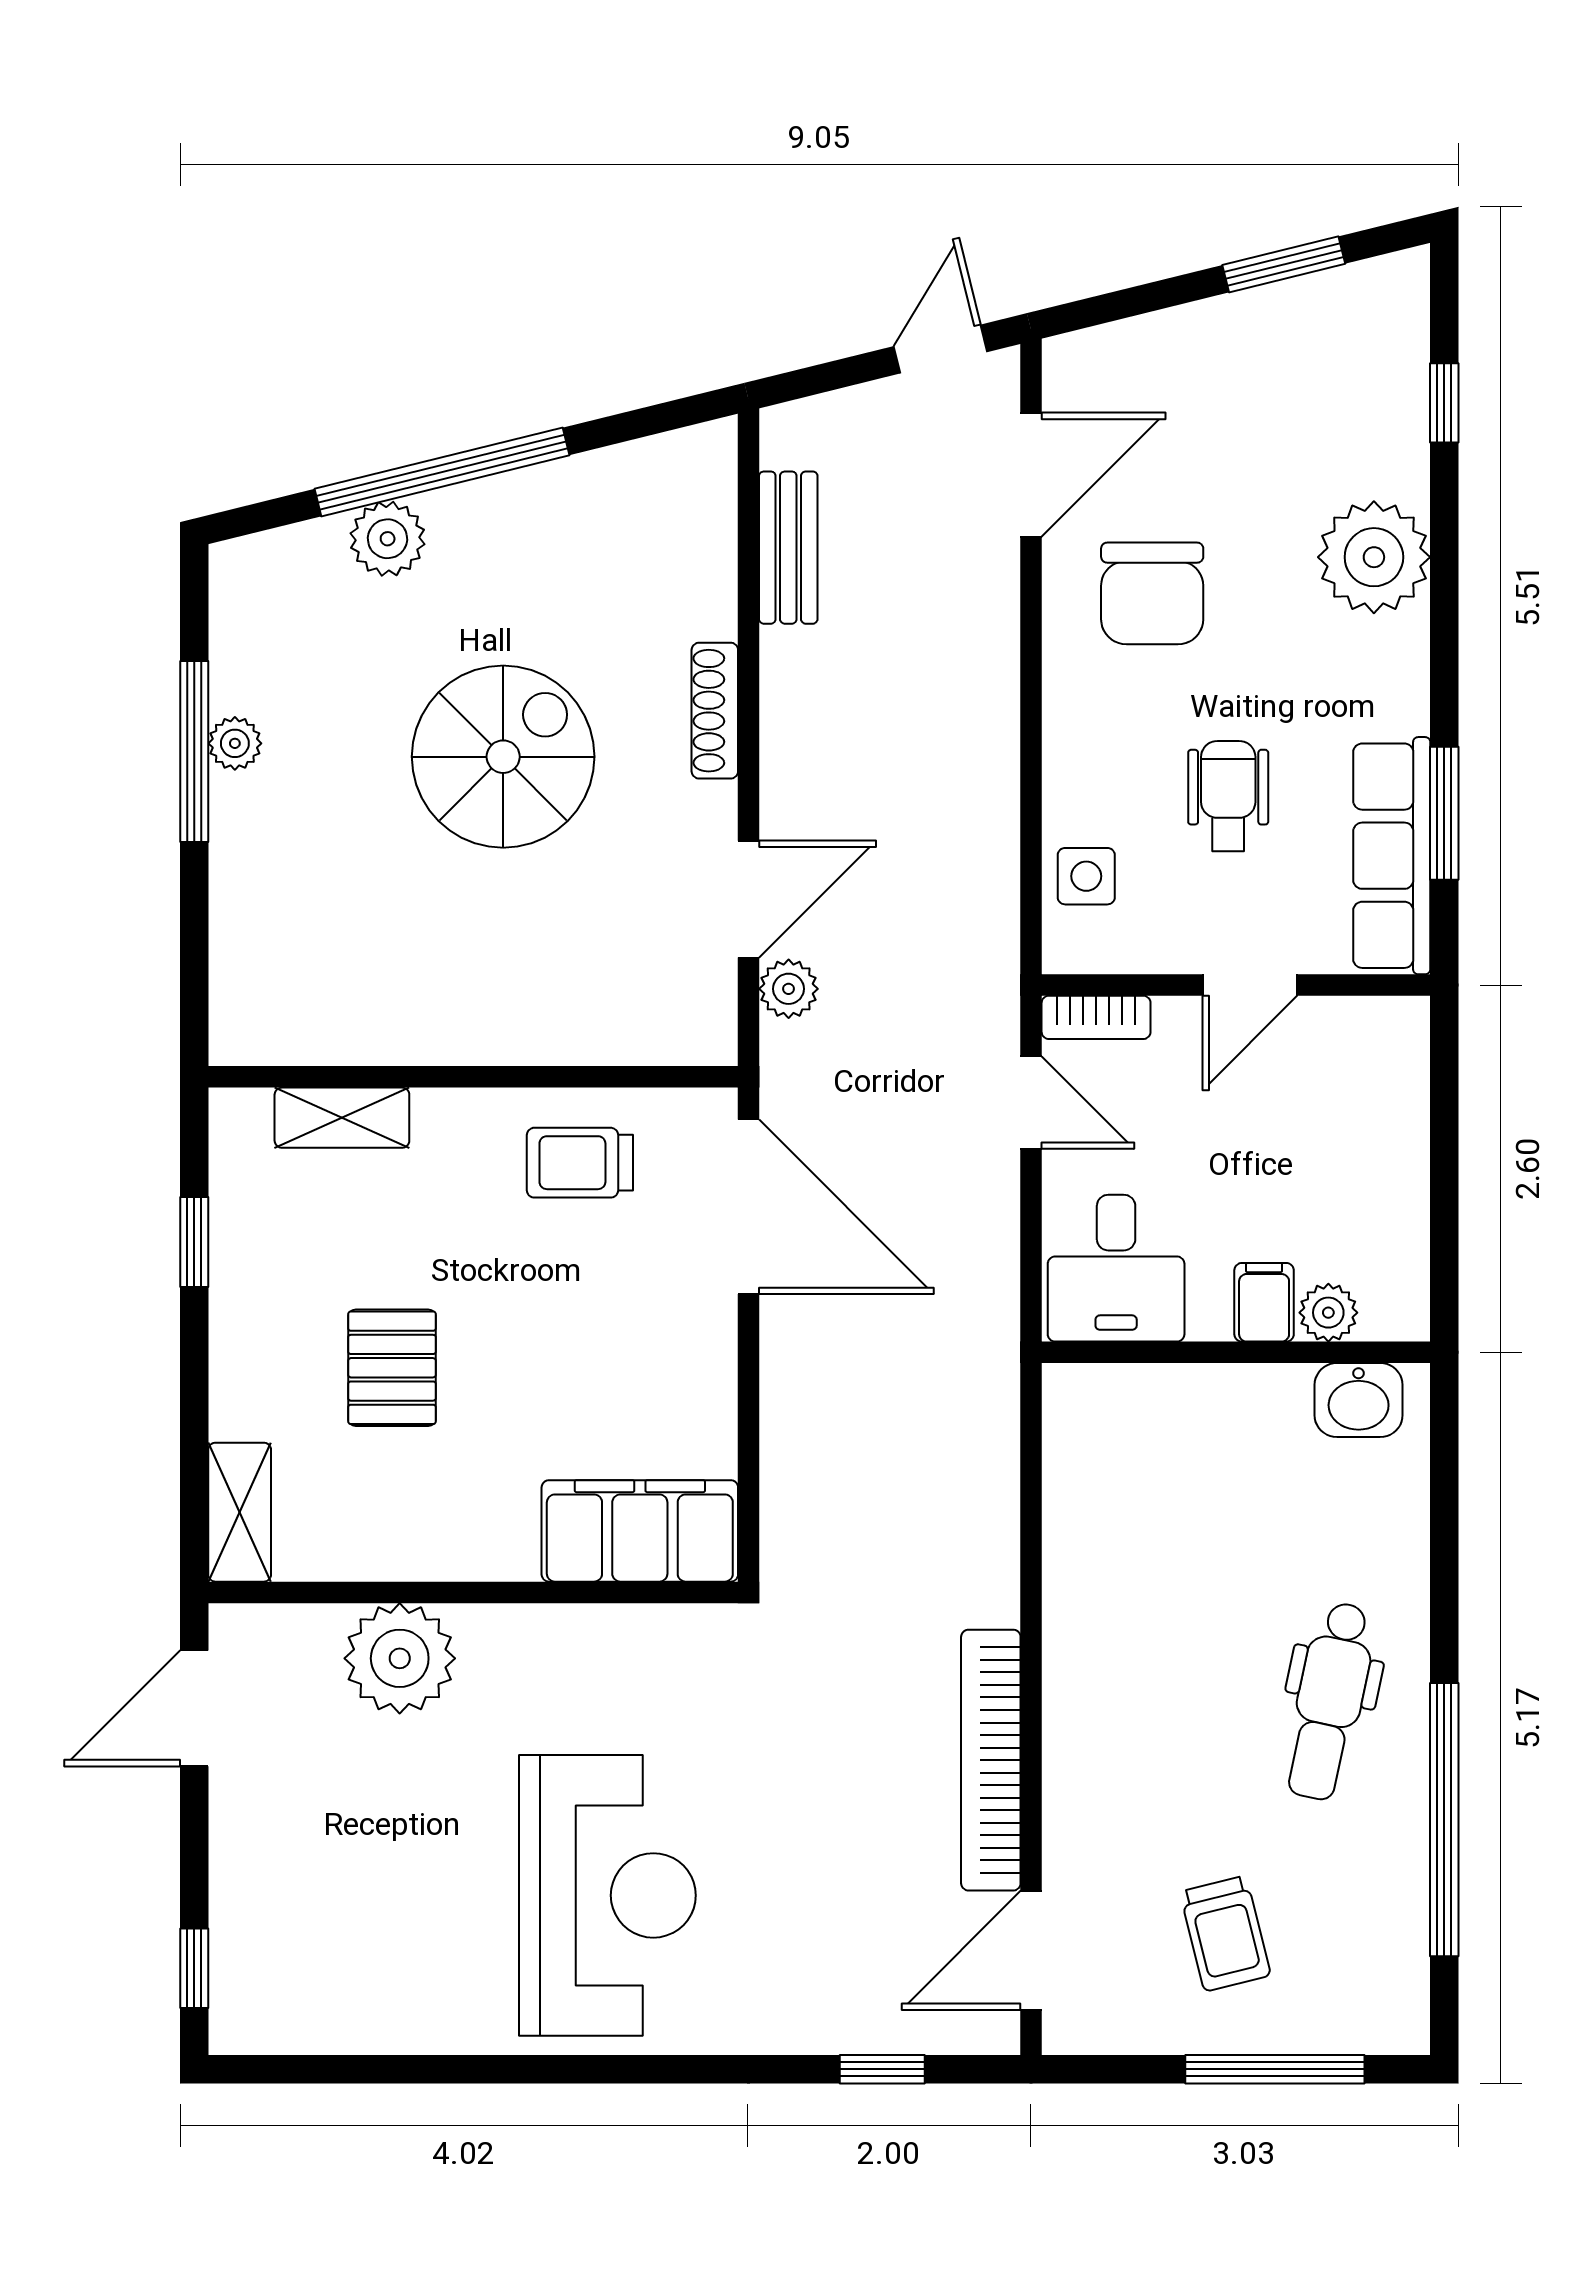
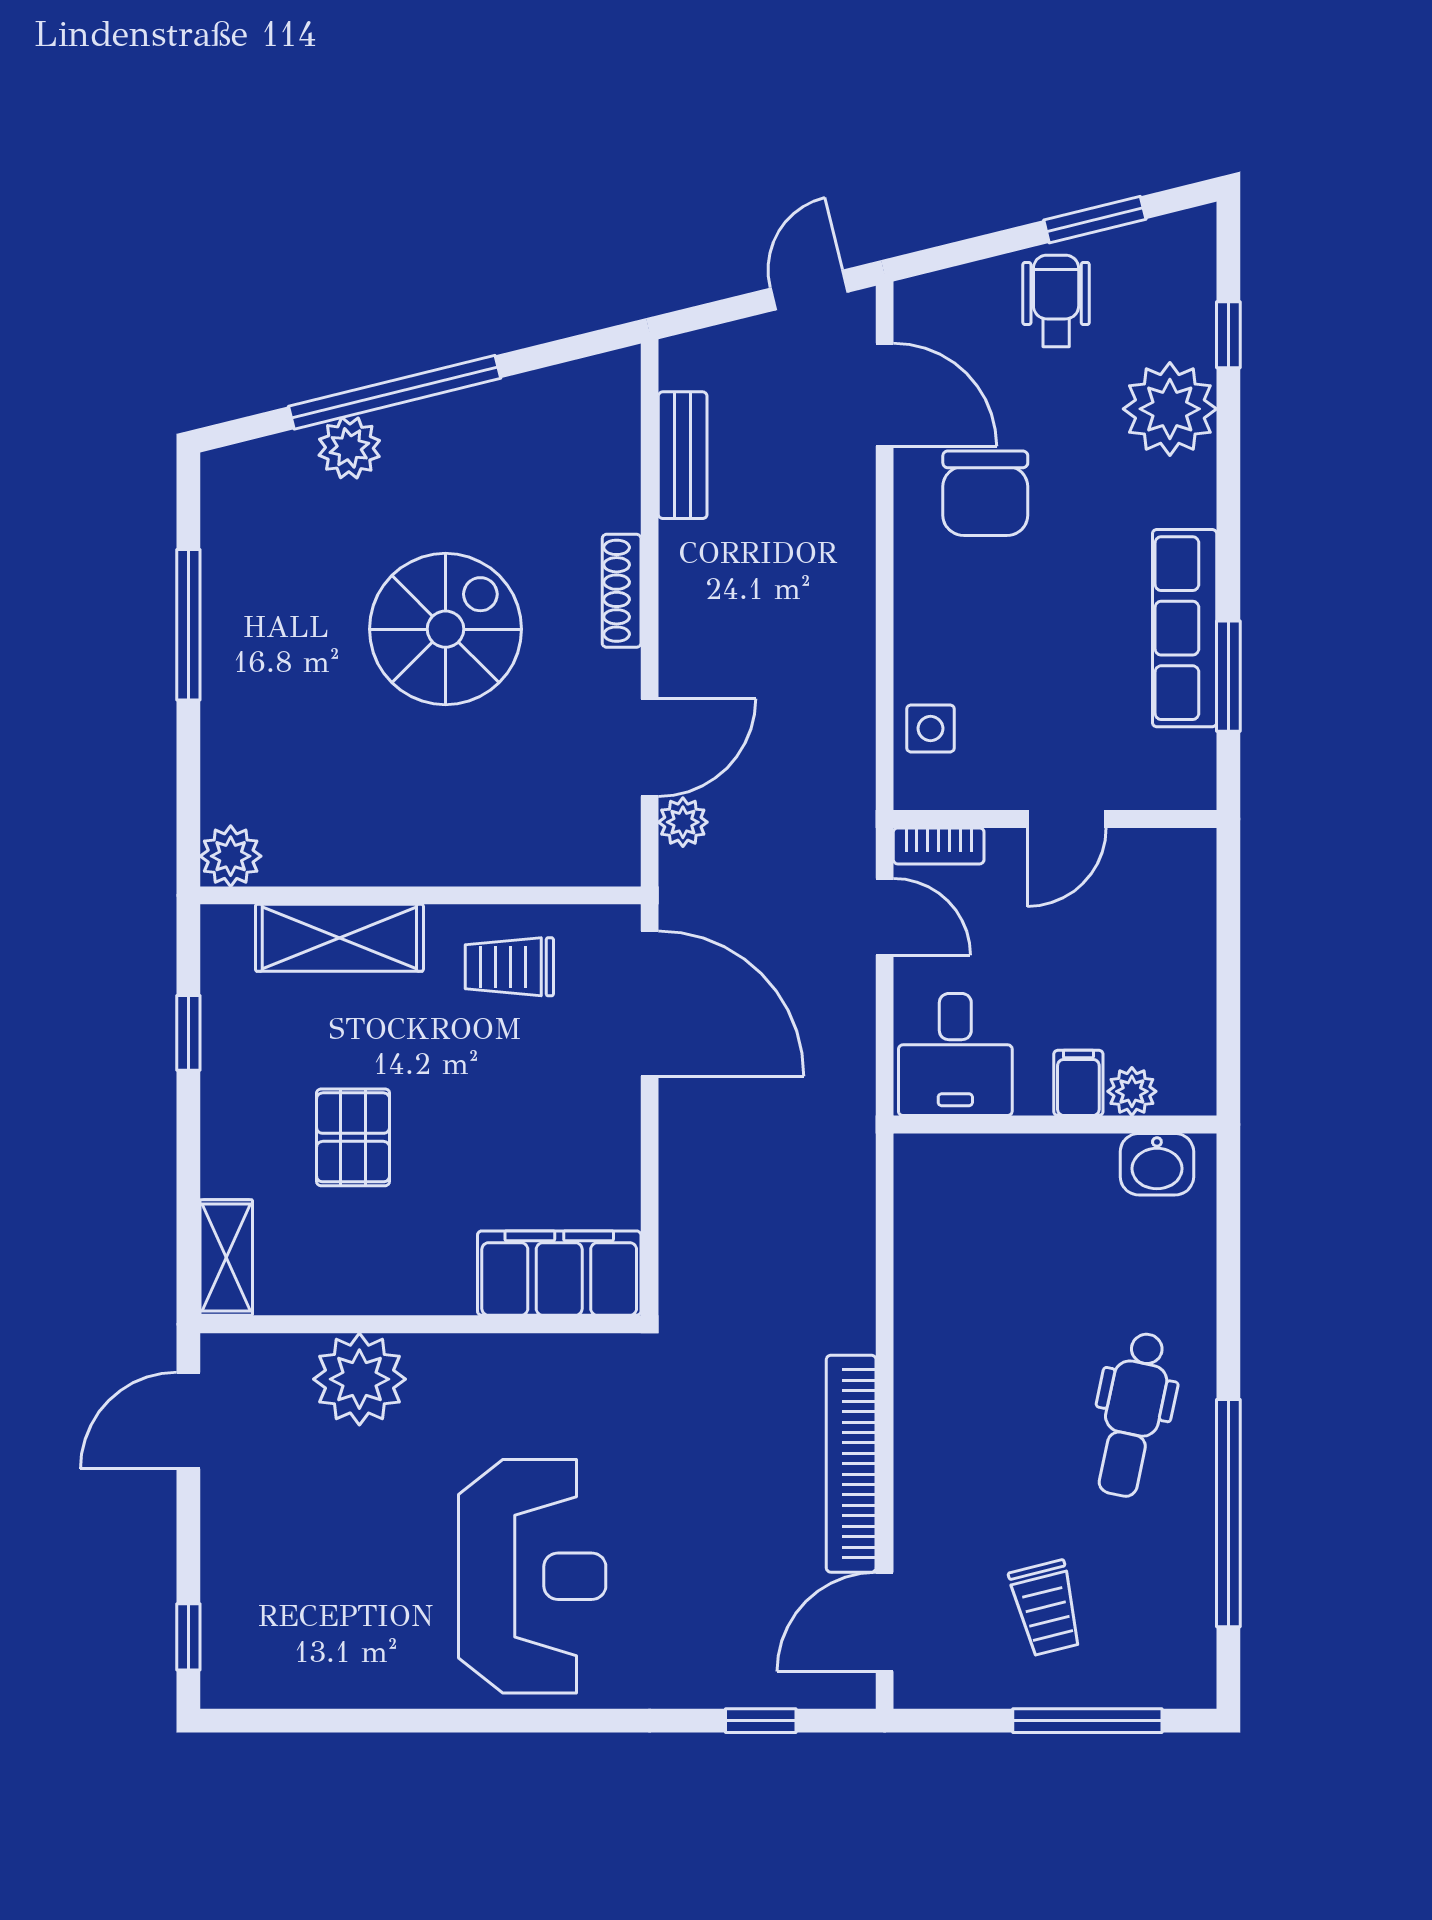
door: (1031, 475) -> (885, 395), hinge flipped
plant: (1374, 557) -> (1170, 409), moved
plant: (235, 743) -> (231, 856), moved, width x1.38, depth x1.38
wheelchair: (1228, 796) -> (1056, 301), moved
row of seats: (1392, 856) -> (1185, 628), moved
shelving: (342, 1118) -> (339, 938), width x1.50, depth x1.33

